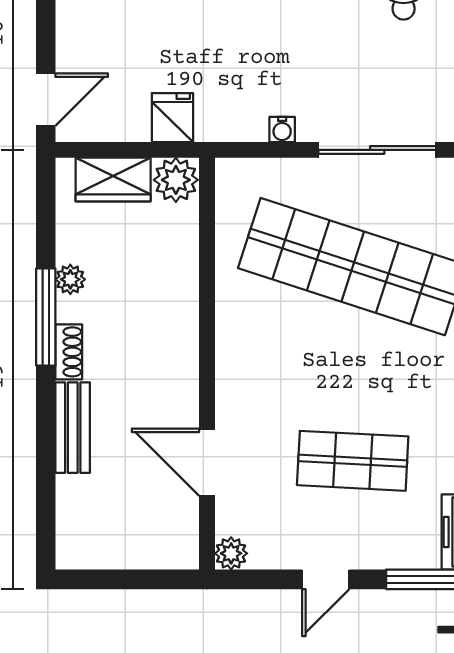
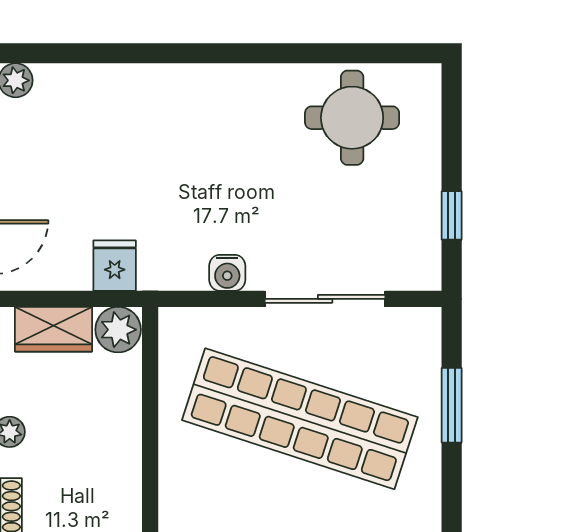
water cooler: (282, 130) -> (227, 273), width x1.38, depth x1.38

